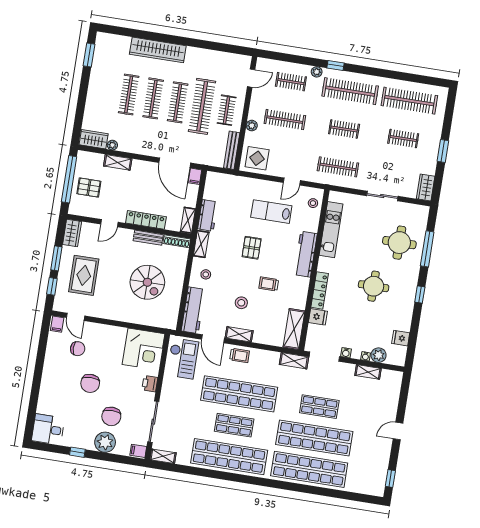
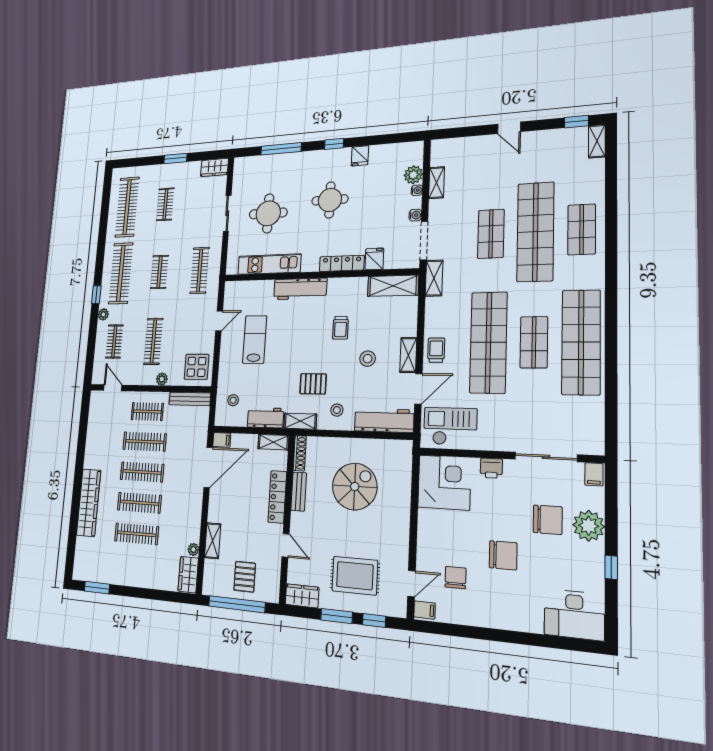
clothes rail: (202, 106) -> (145, 442), width x0.73, depth x0.76
door: (292, 182) -> (219, 321), hinge flipped
stool: (313, 203) -> (233, 400), moved
lab bench: (271, 212) -> (255, 339), turned 180
round table: (399, 243) -> (268, 213), moved
pallet: (252, 248) -> (313, 384), moved
fridge: (401, 338) -> (360, 156), moved
desk: (48, 429) -> (574, 615), width x1.37
shelving: (163, 456) -> (597, 141), moved
shop shelf: (309, 469) -> (582, 229), width x0.50, depth x0.74

